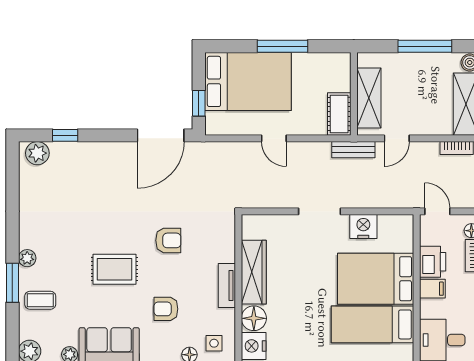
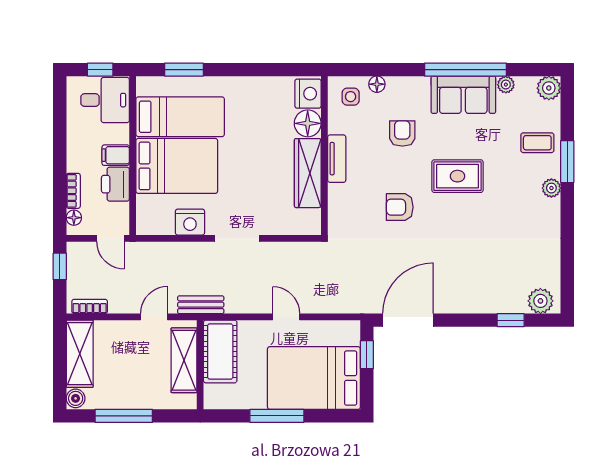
cot: (339, 114) -> (220, 351), width x1.37, depth x1.34
armchair: (166, 309) -> (402, 133), turned -90

